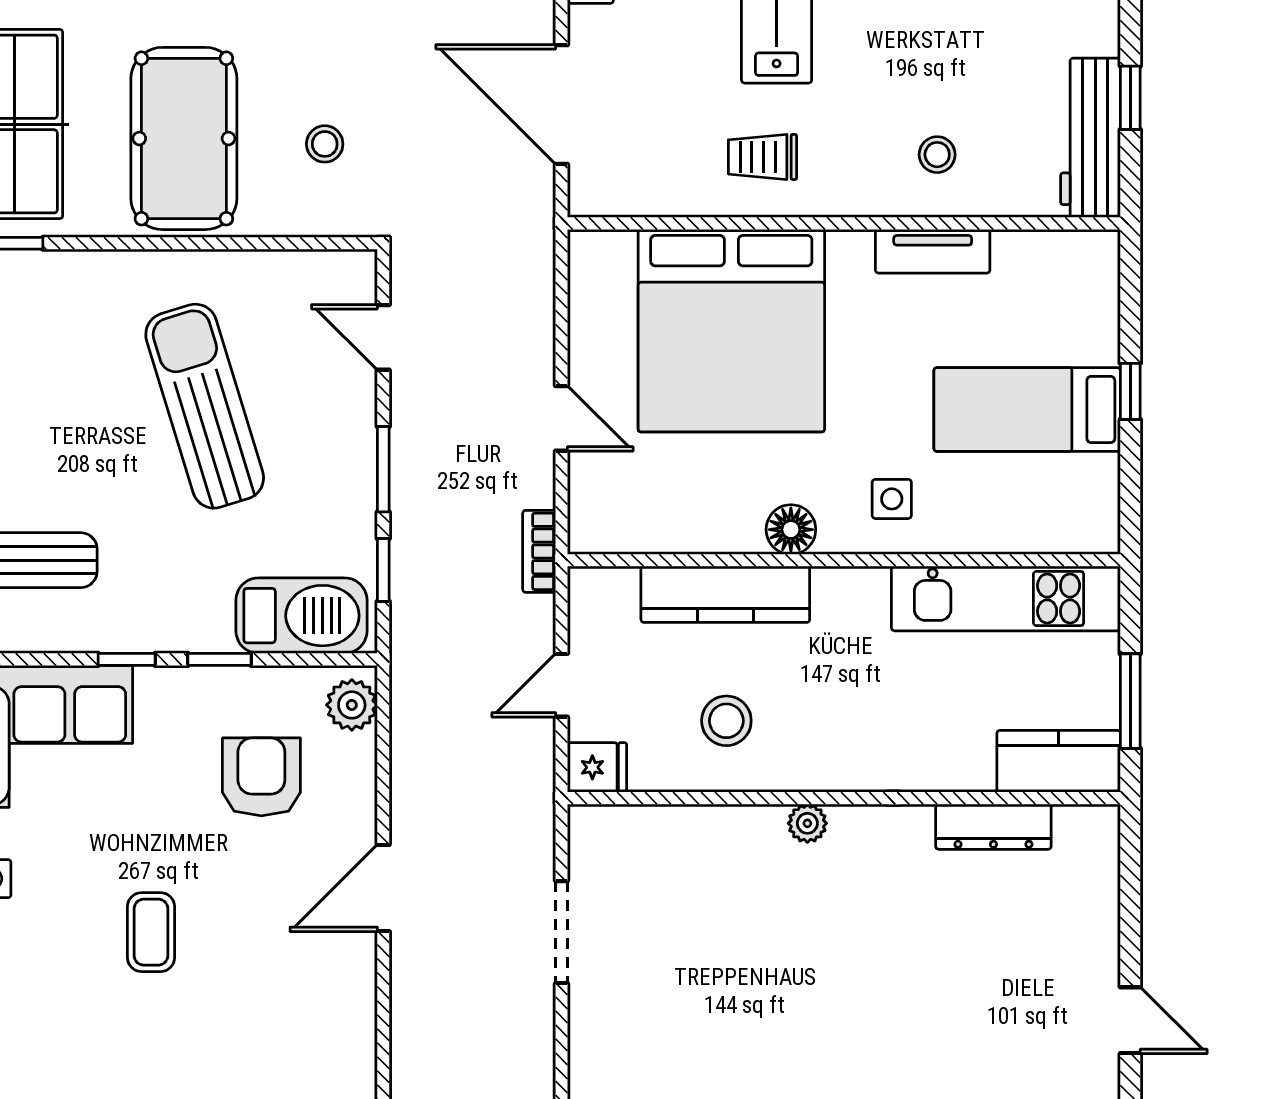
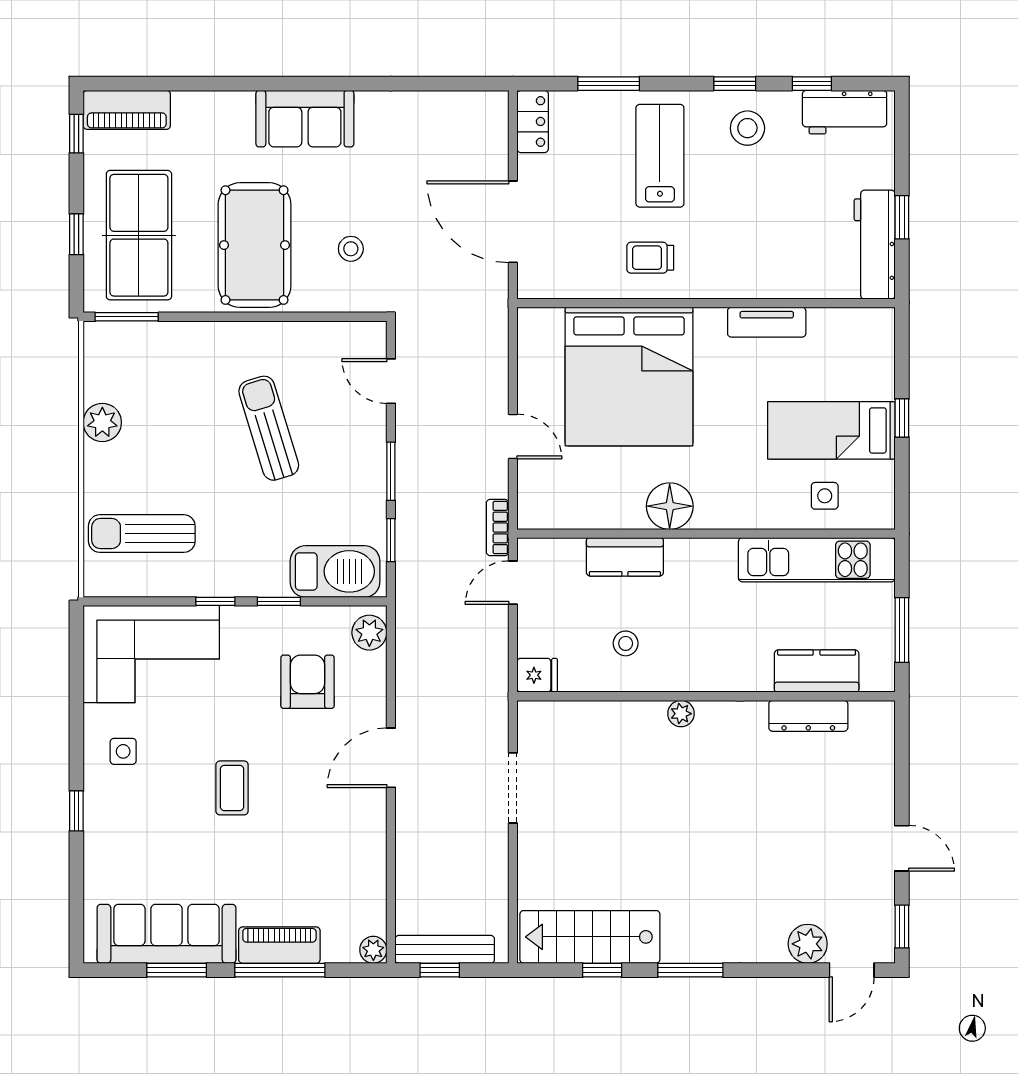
stool: (937, 155) -> (770, 256), removed
sun lounger: (205, 406) -> (269, 428), width x0.73, depth x0.75
side table: (892, 499) -> (825, 496), moved
floor lamp: (791, 530) -> (670, 506), width x1.38, depth x1.38
kitchen counter: (725, 594) -> (625, 557), width x0.67
door: (562, 685) -> (513, 583), moved
stool: (726, 721) -> (626, 643), width x0.73, depth x0.73
kitchen counter: (1059, 761) -> (817, 671), moved

